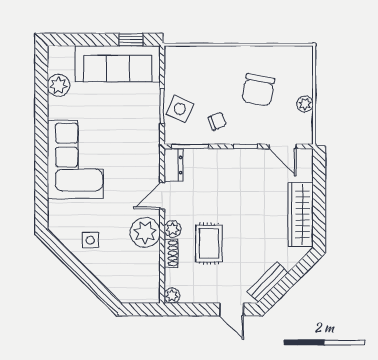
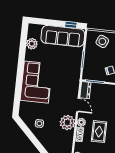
side table: (180, 109) -> (102, 41), moved
door: (162, 196) -> (78, 105), swing flipped

